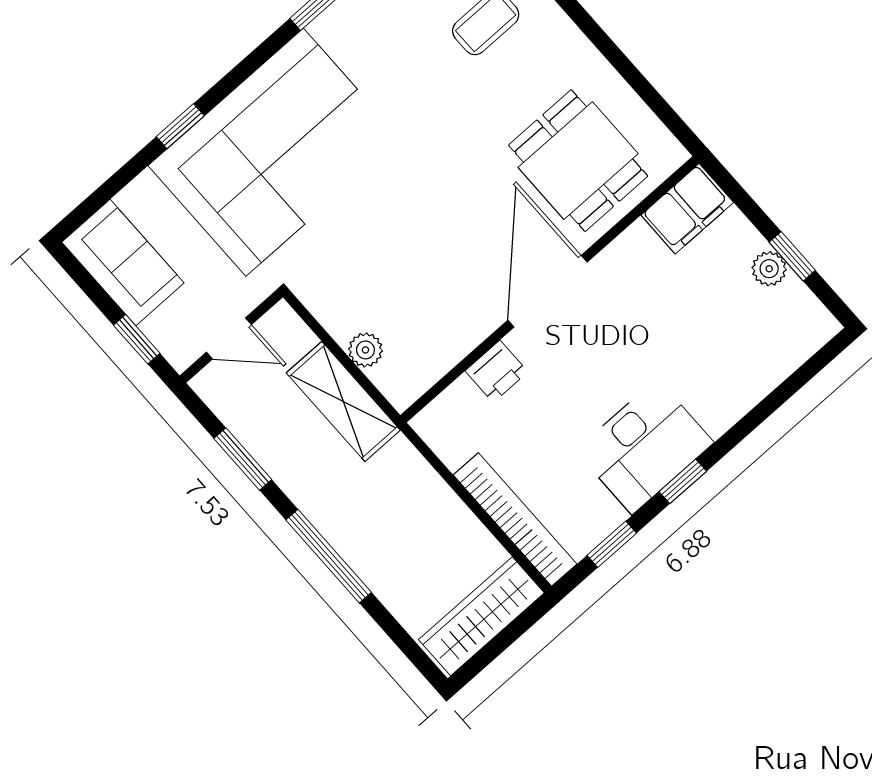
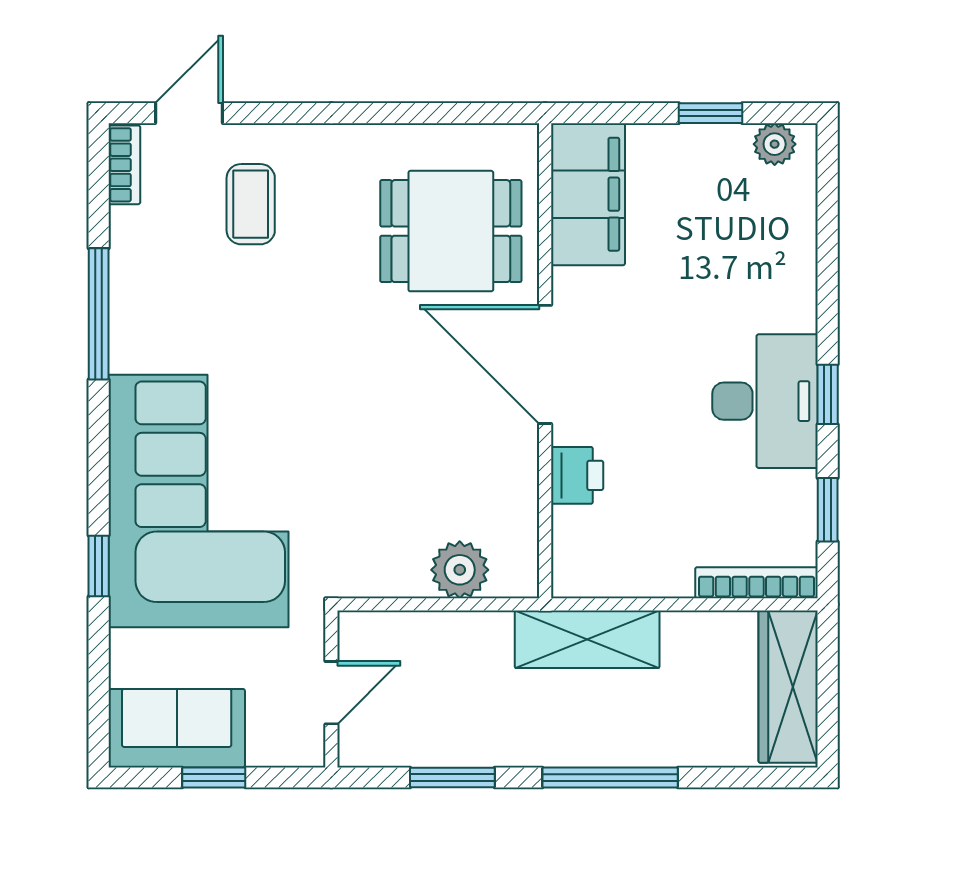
filing cabinet: (687, 209) -> (588, 194), width x1.50, depth x1.17
plant: (769, 269) -> (775, 144), moved
window: (137, 339) -> (214, 778), moved
plant: (365, 350) -> (460, 570), width x1.38, depth x1.38
shelving: (343, 401) -> (587, 639), moved
bookcase: (515, 519) -> (756, 583), width x0.68, depth x0.76

